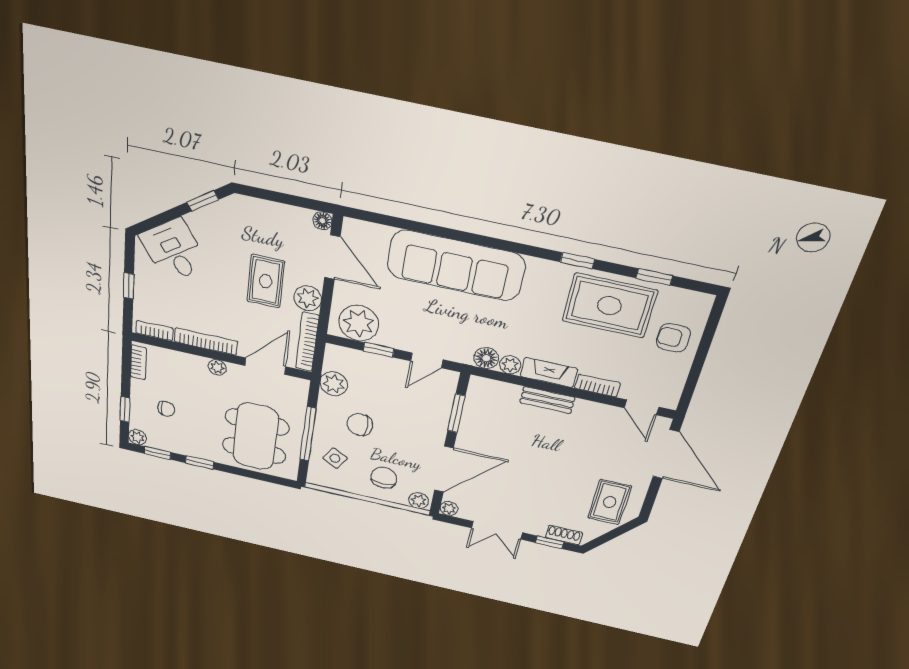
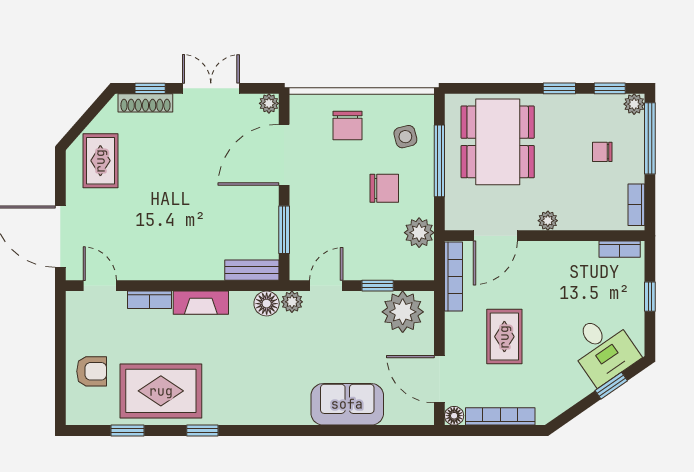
window: (203, 201) -> (611, 386), moved
sofa: (456, 265) -> (347, 404), width x0.54, depth x0.79
plant: (308, 298) -> (459, 328), removed
bookcase: (206, 341) -> (500, 416), moved, turned 180
plant: (510, 365) -> (292, 302), moved
bench: (547, 400) -> (252, 270), moved
window: (125, 409) -> (650, 138), width x2.17
side table: (335, 458) -> (405, 137), turned 45
plant: (419, 501) -> (304, 105), removed
shoe rack: (564, 535) -> (145, 103), width x1.43

